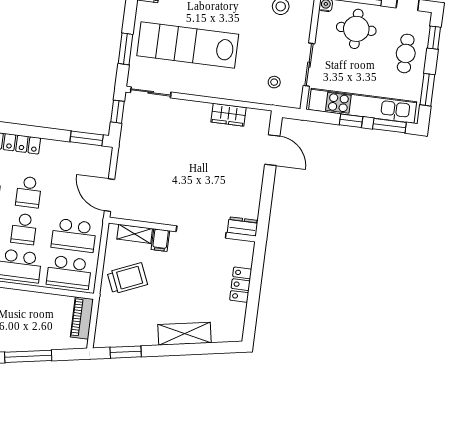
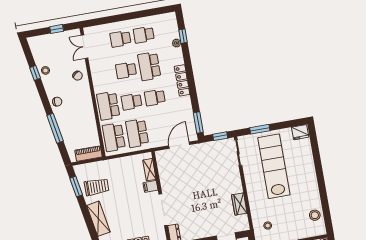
door: (109, 195) -> (179, 145), moved
trolley: (127, 278) -> (97, 187), moved, turned -67

